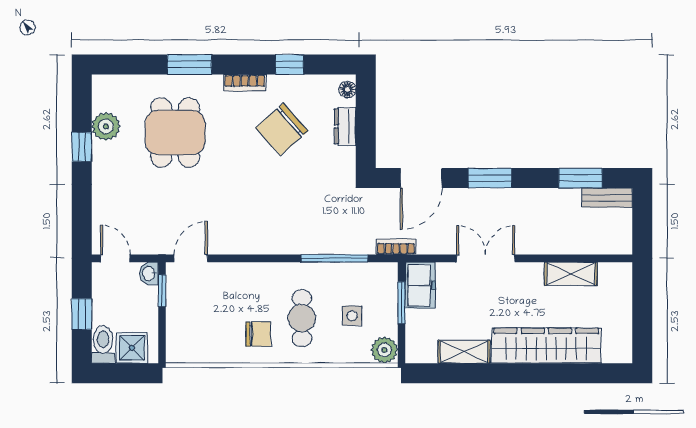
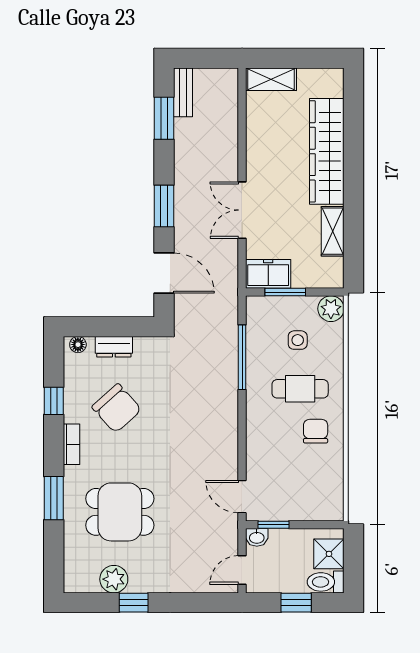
bookcase: (396, 247) -> (231, 297), removed
shelving: (571, 274) -> (271, 79), moved, turned 90

